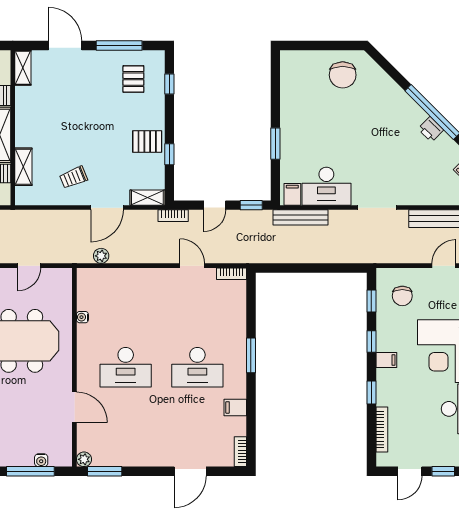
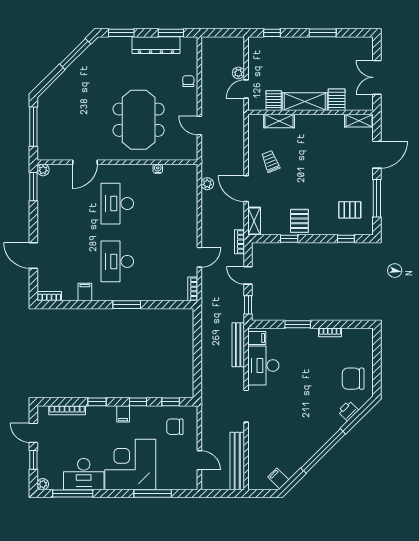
bookcase: (285, 104) -> (330, 332), added
printer: (431, 129) -> (348, 411), moved
water cooler: (41, 460) -> (42, 135), removed

